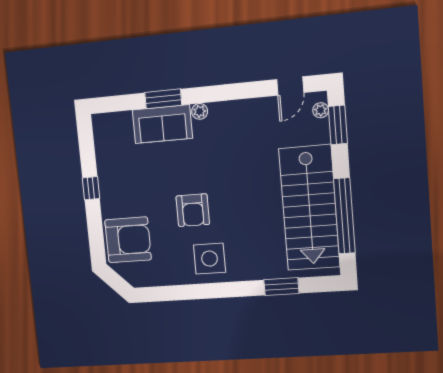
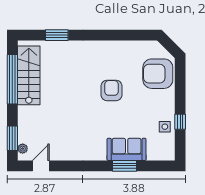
plant: (200, 111) -> (101, 155), removed
window: (91, 188) -> (180, 122), moved
stairs: (309, 208) -> (29, 75), width x0.73, depth x0.66
side table: (210, 259) -> (165, 127), moved, width x0.54, depth x0.54

